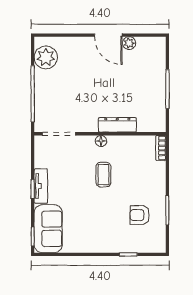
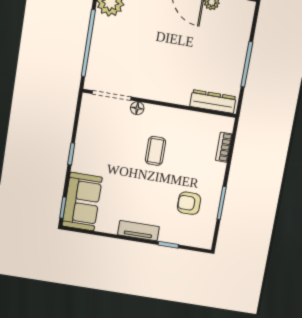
dresser: (117, 125) -> (213, 102), moved
floor lamp: (101, 141) -> (137, 108), moved
bookcase: (161, 148) -> (224, 147), moved
tv unit: (41, 186) -> (138, 231), moved, turned -90

